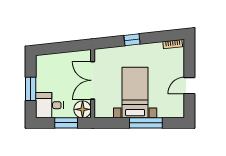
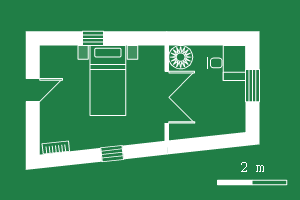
window: (66, 123) -> (203, 38), removed
window: (146, 123) -> (93, 38), width x0.46

